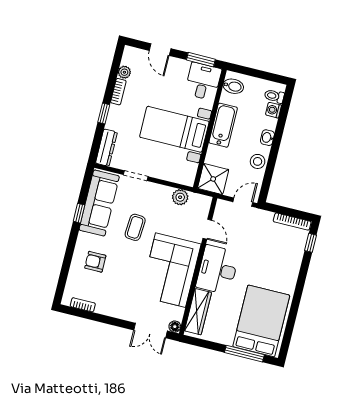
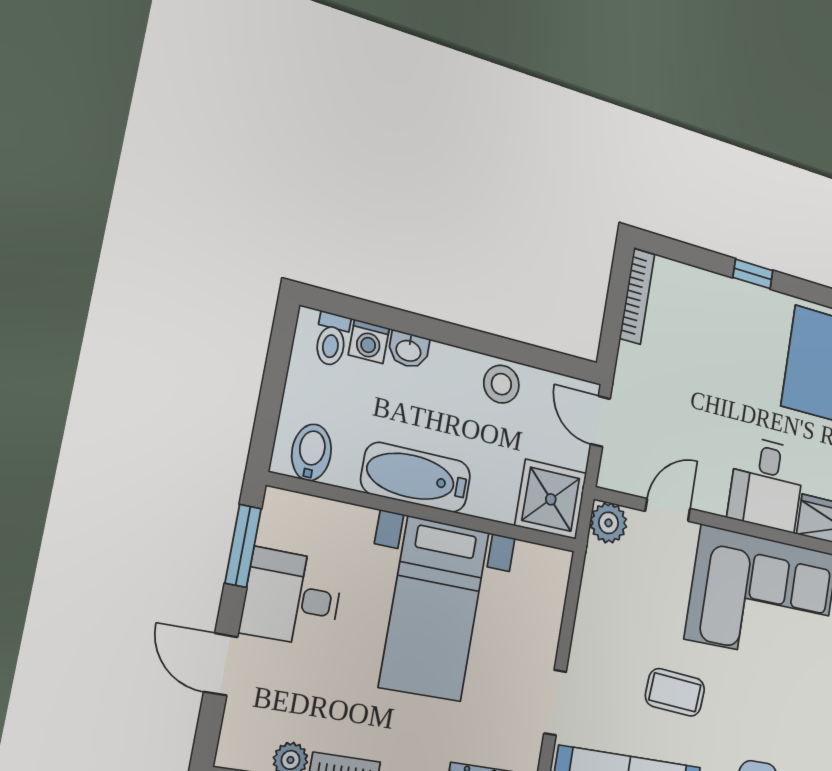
door: (160, 50) -> (221, 664), swing flipped
desk: (203, 81) -> (292, 598), moved
washbasin: (267, 138) -> (409, 350), moved
plant: (180, 197) -> (608, 523), moved
window: (310, 243) -> (753, 274), moved
desk: (218, 270) -> (767, 484), width x0.73

